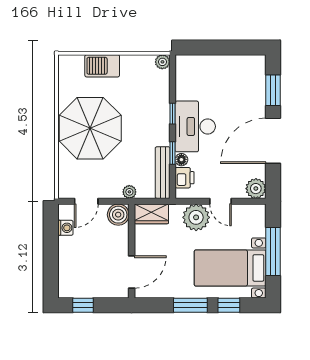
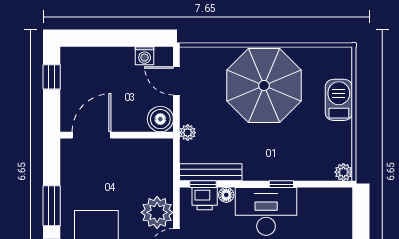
window: (173, 153) -> (203, 184), moved
wardrobe: (151, 214) -> (161, 159), removed
door: (132, 272) -> (92, 135), swing flipped

